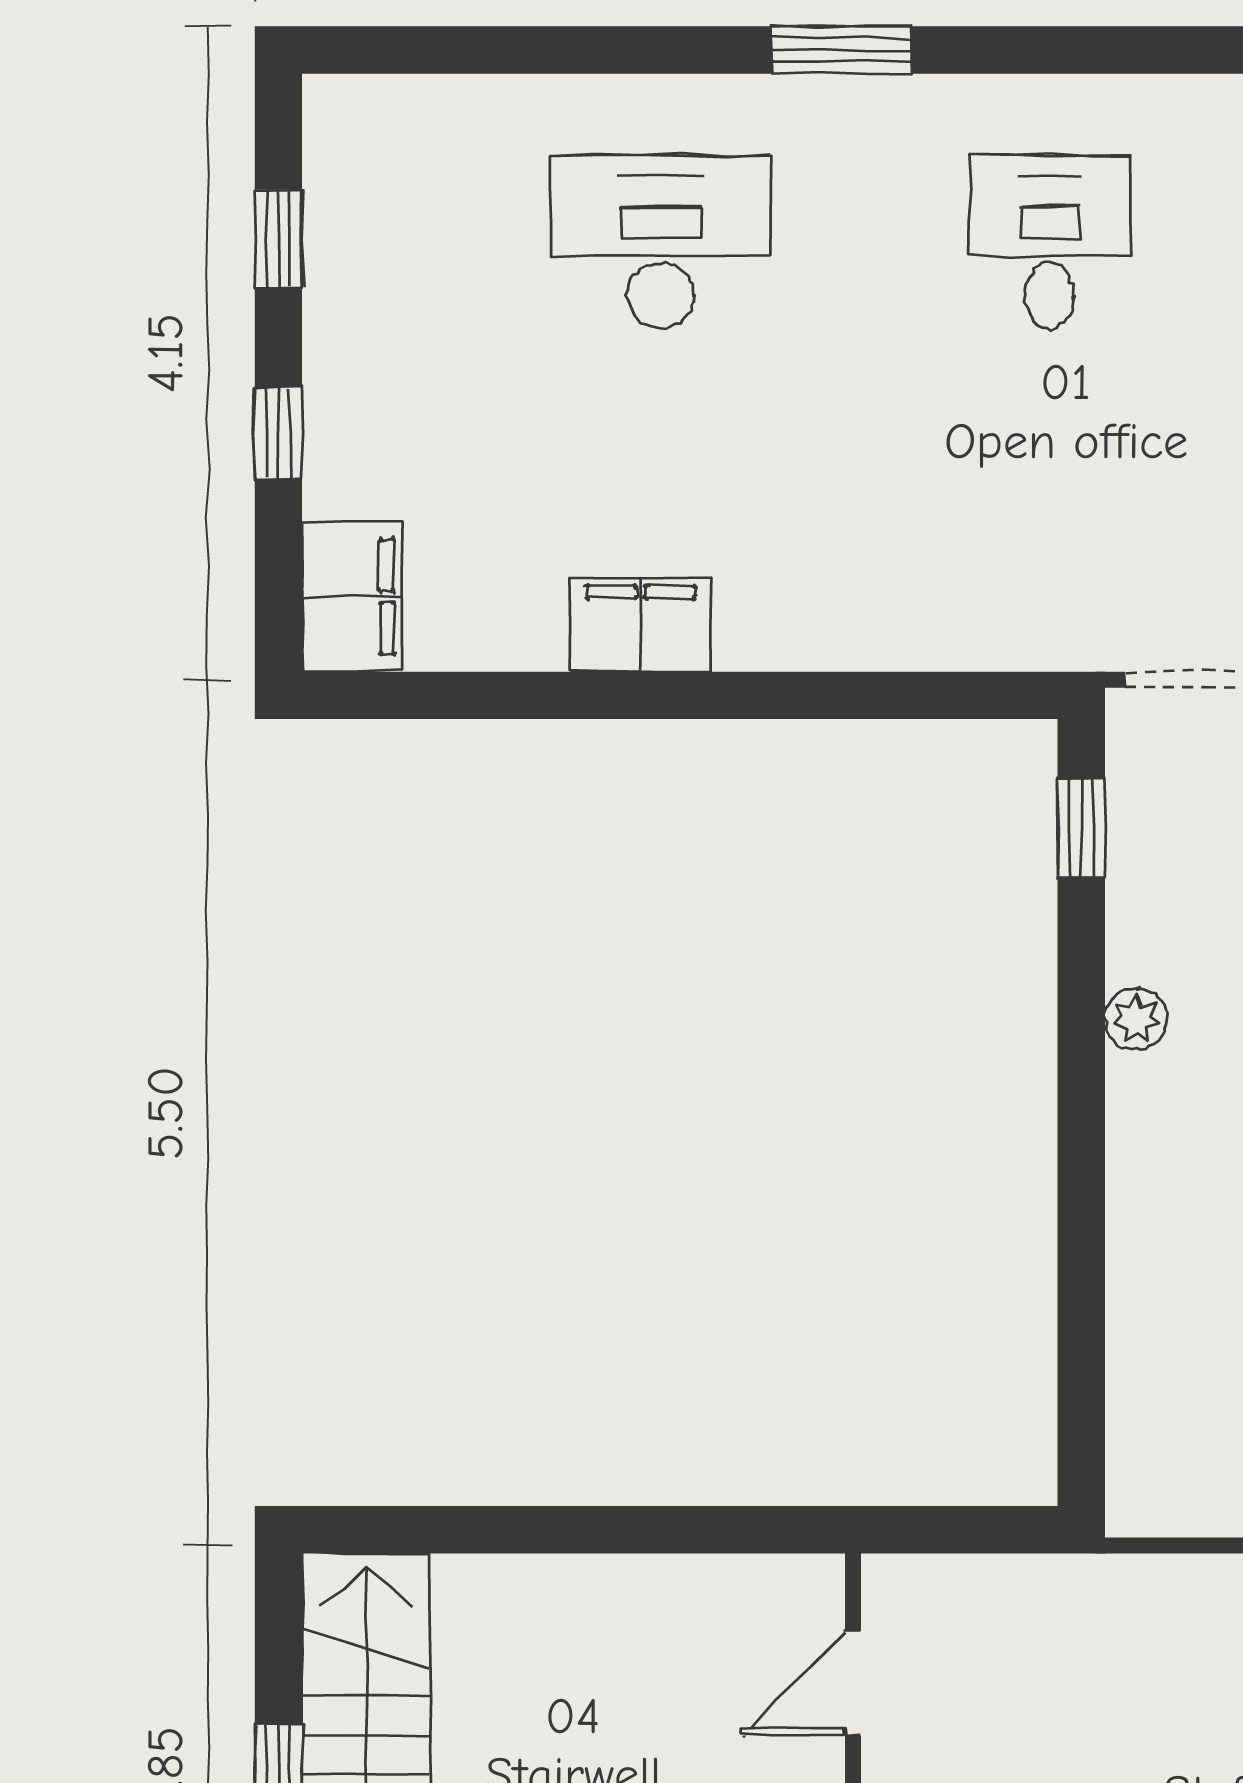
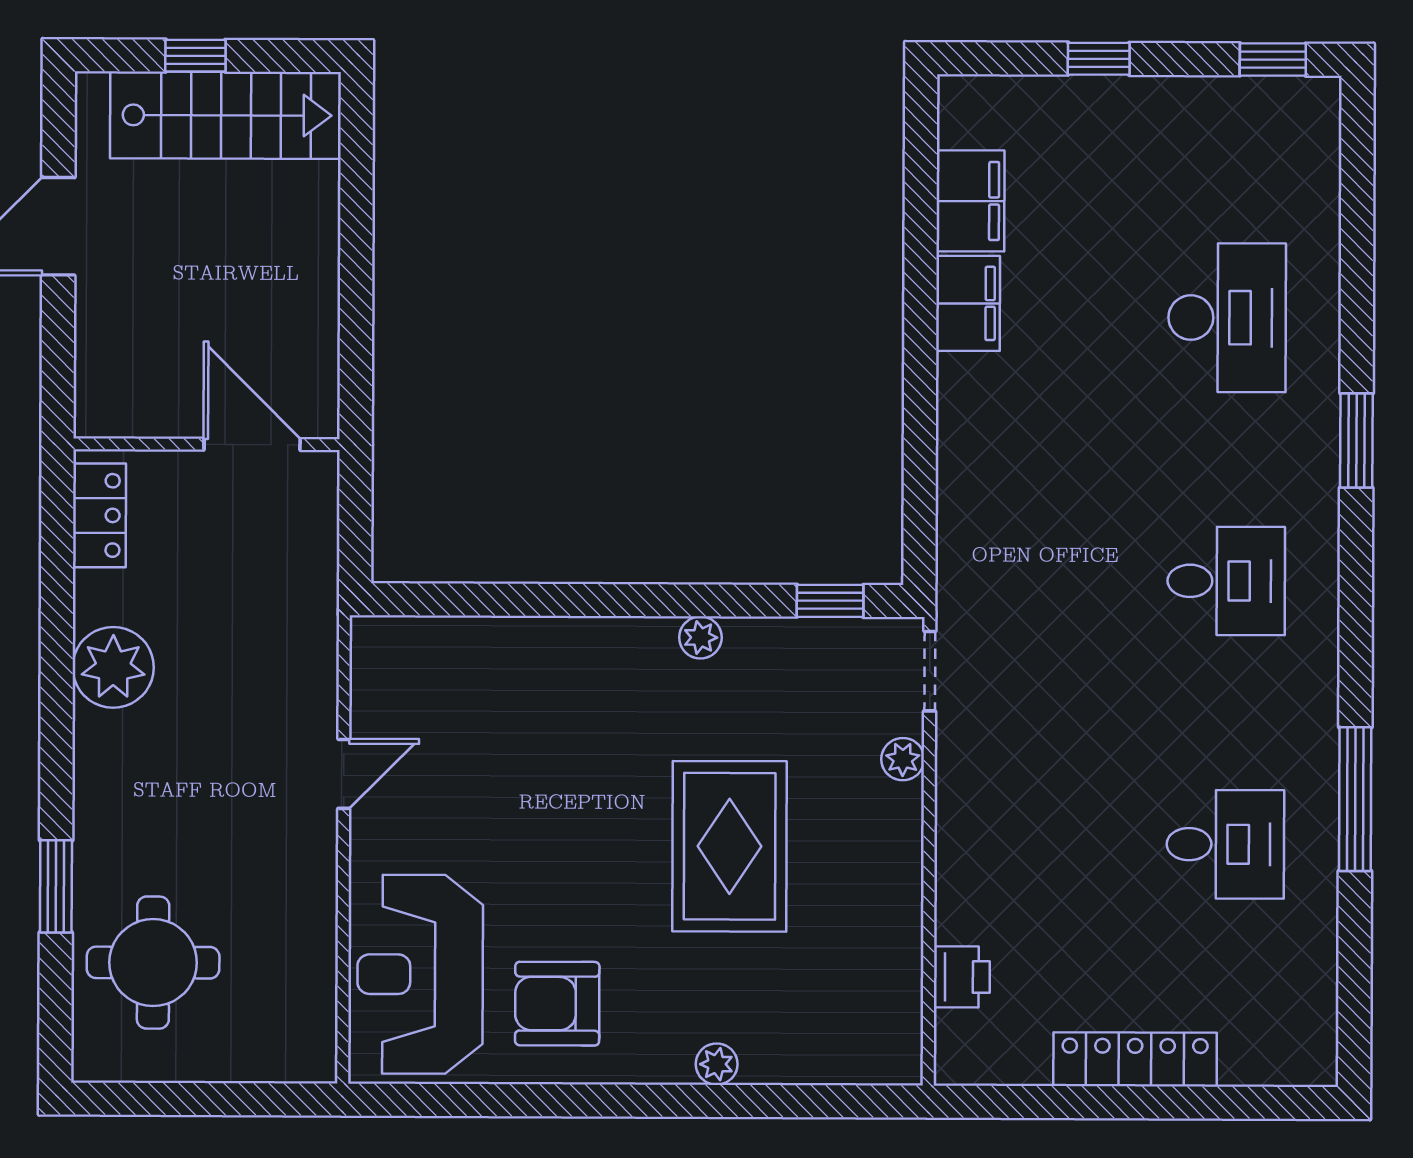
window: (278, 239) -> (1273, 59), moved
filing cabinet: (352, 597) -> (970, 201), moved, turned -90
door: (853, 1683) -> (252, 444), width x1.38

